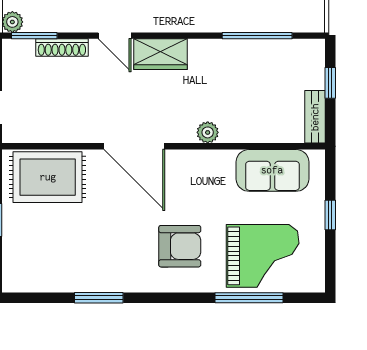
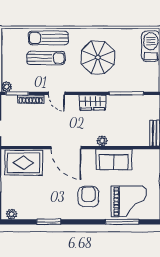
wardrobe: (161, 54) -> (93, 102), moved
sofa: (272, 170) -> (114, 159), moved
armchair: (180, 246) -> (88, 197), turned -90
plant: (23, 282) -> (12, 214), added

